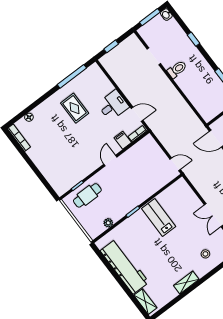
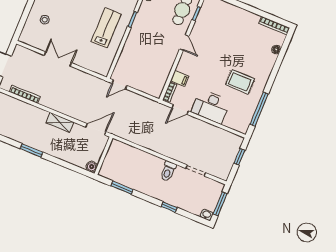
desk: (113, 105) -> (211, 106), width x1.37
door: (110, 161) -> (184, 43), moved
lab bench: (159, 218) -> (106, 28), turned -90

